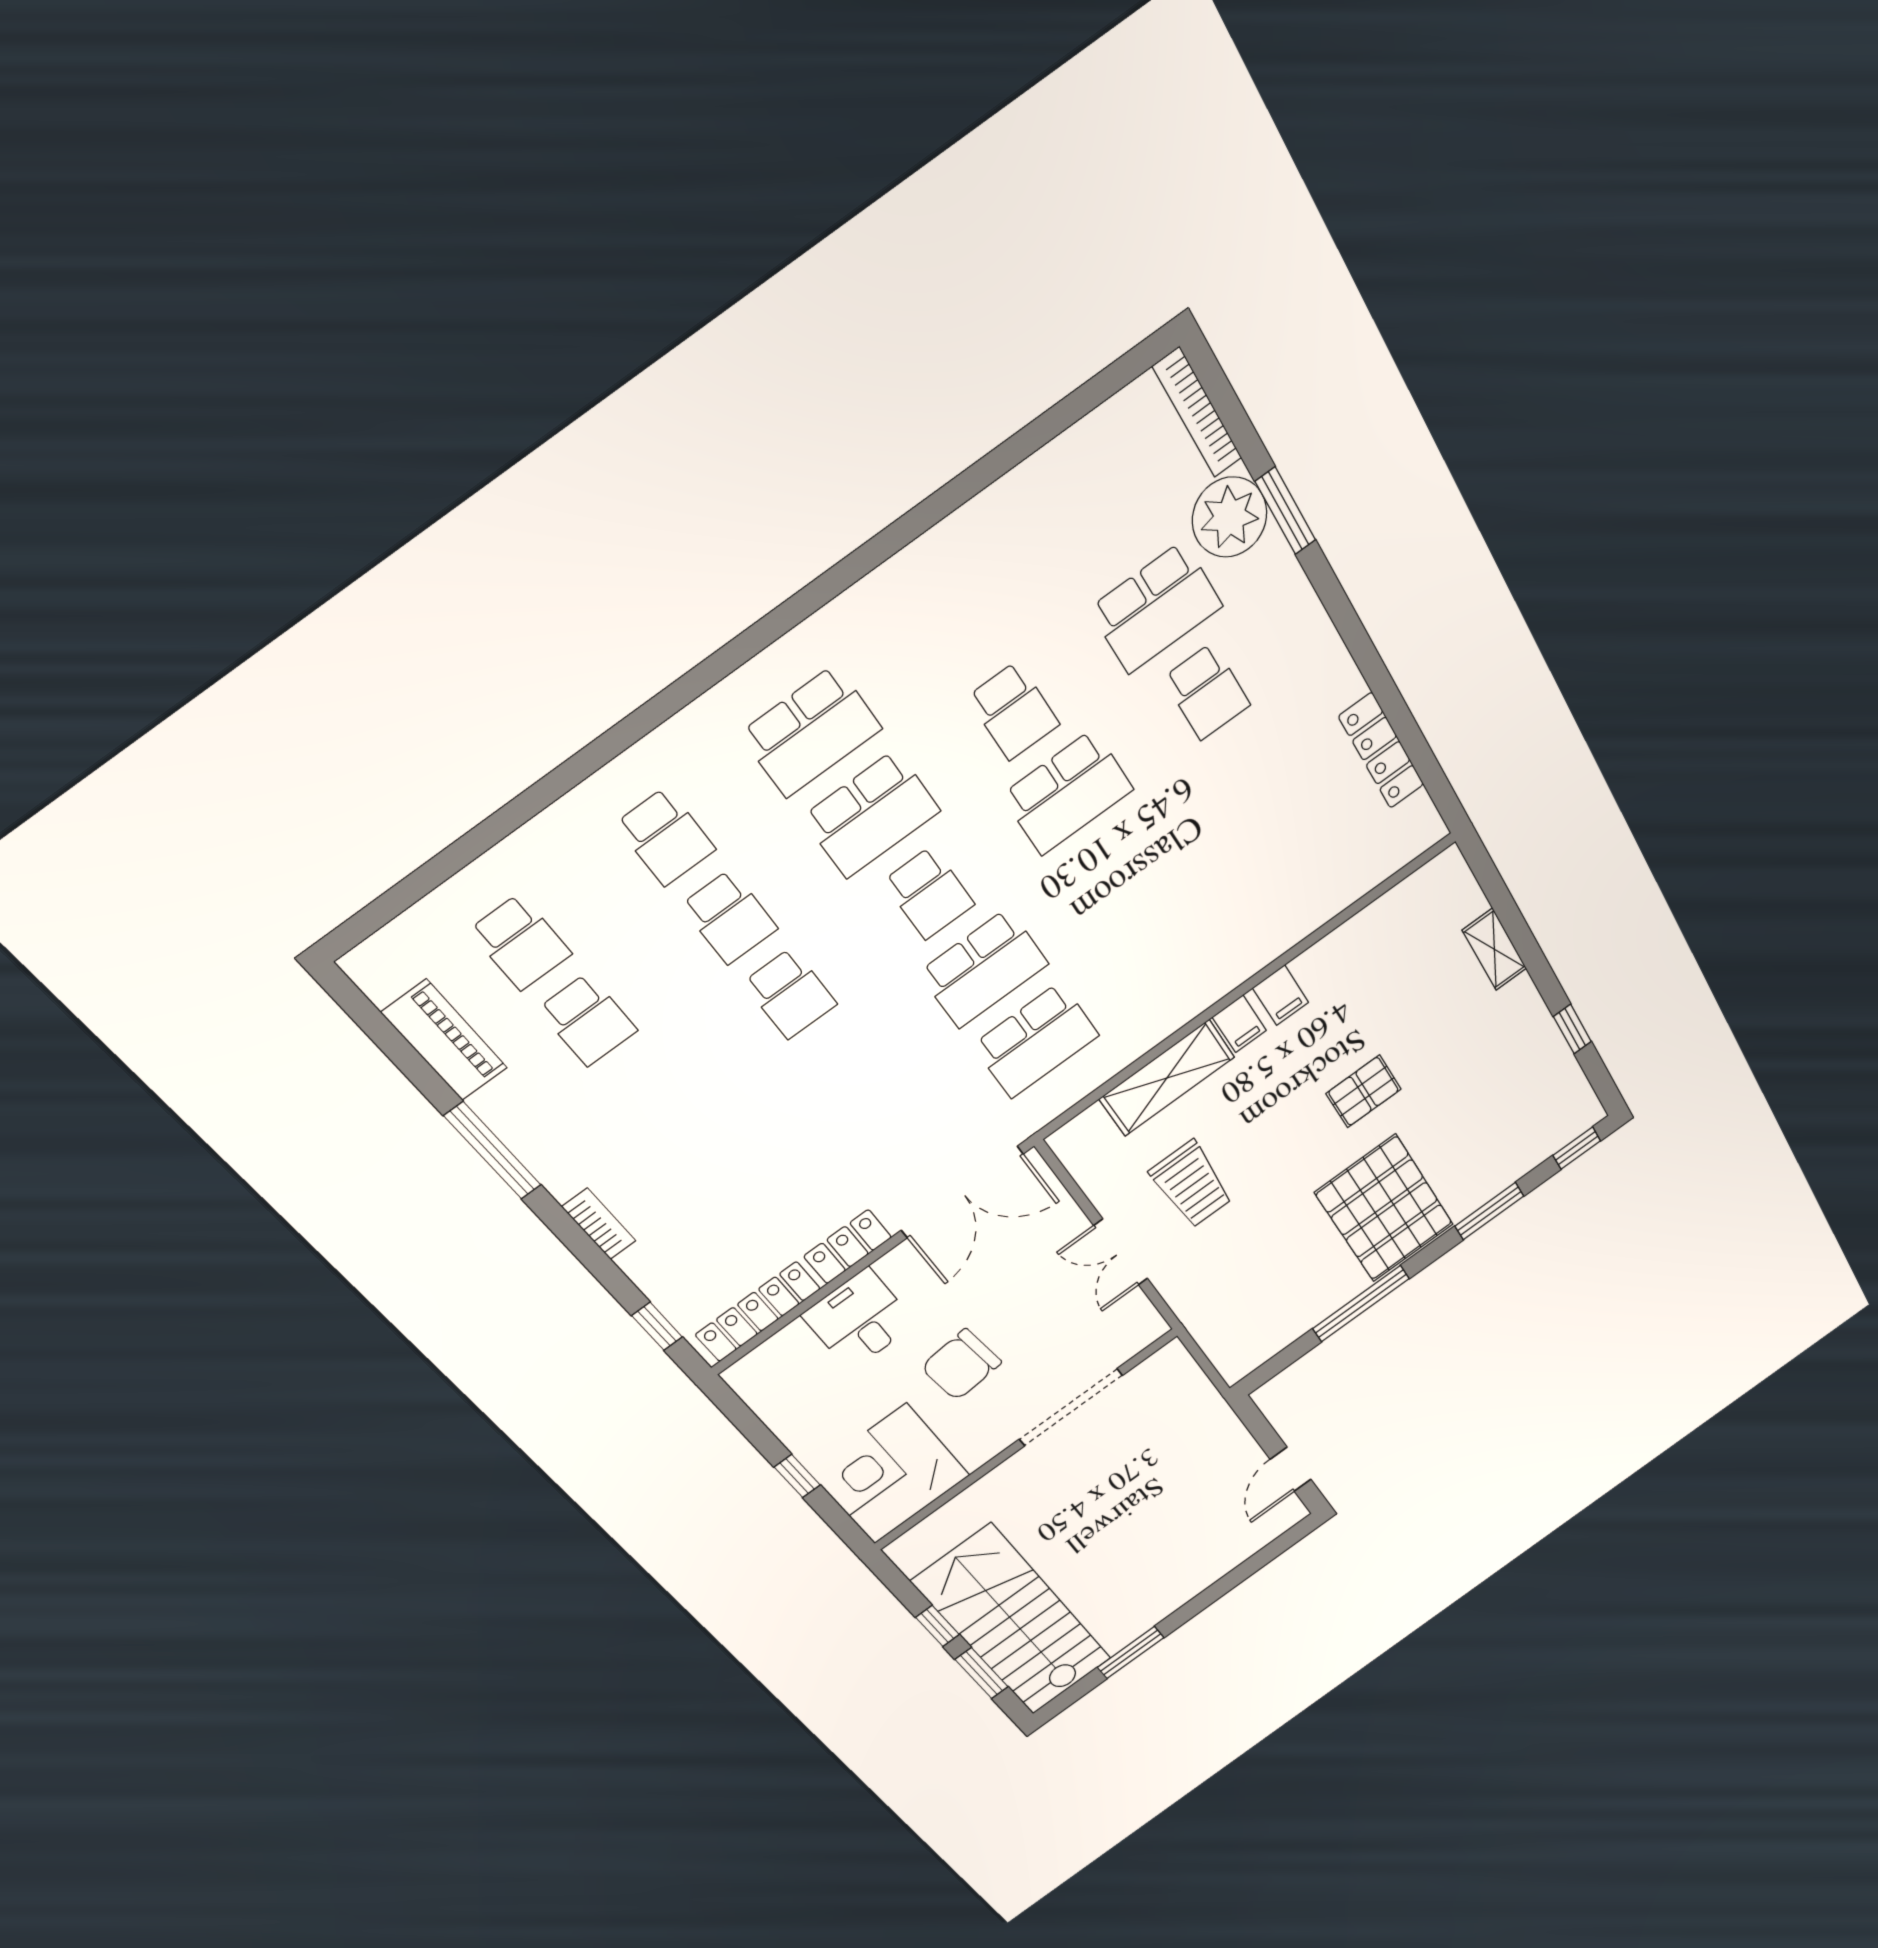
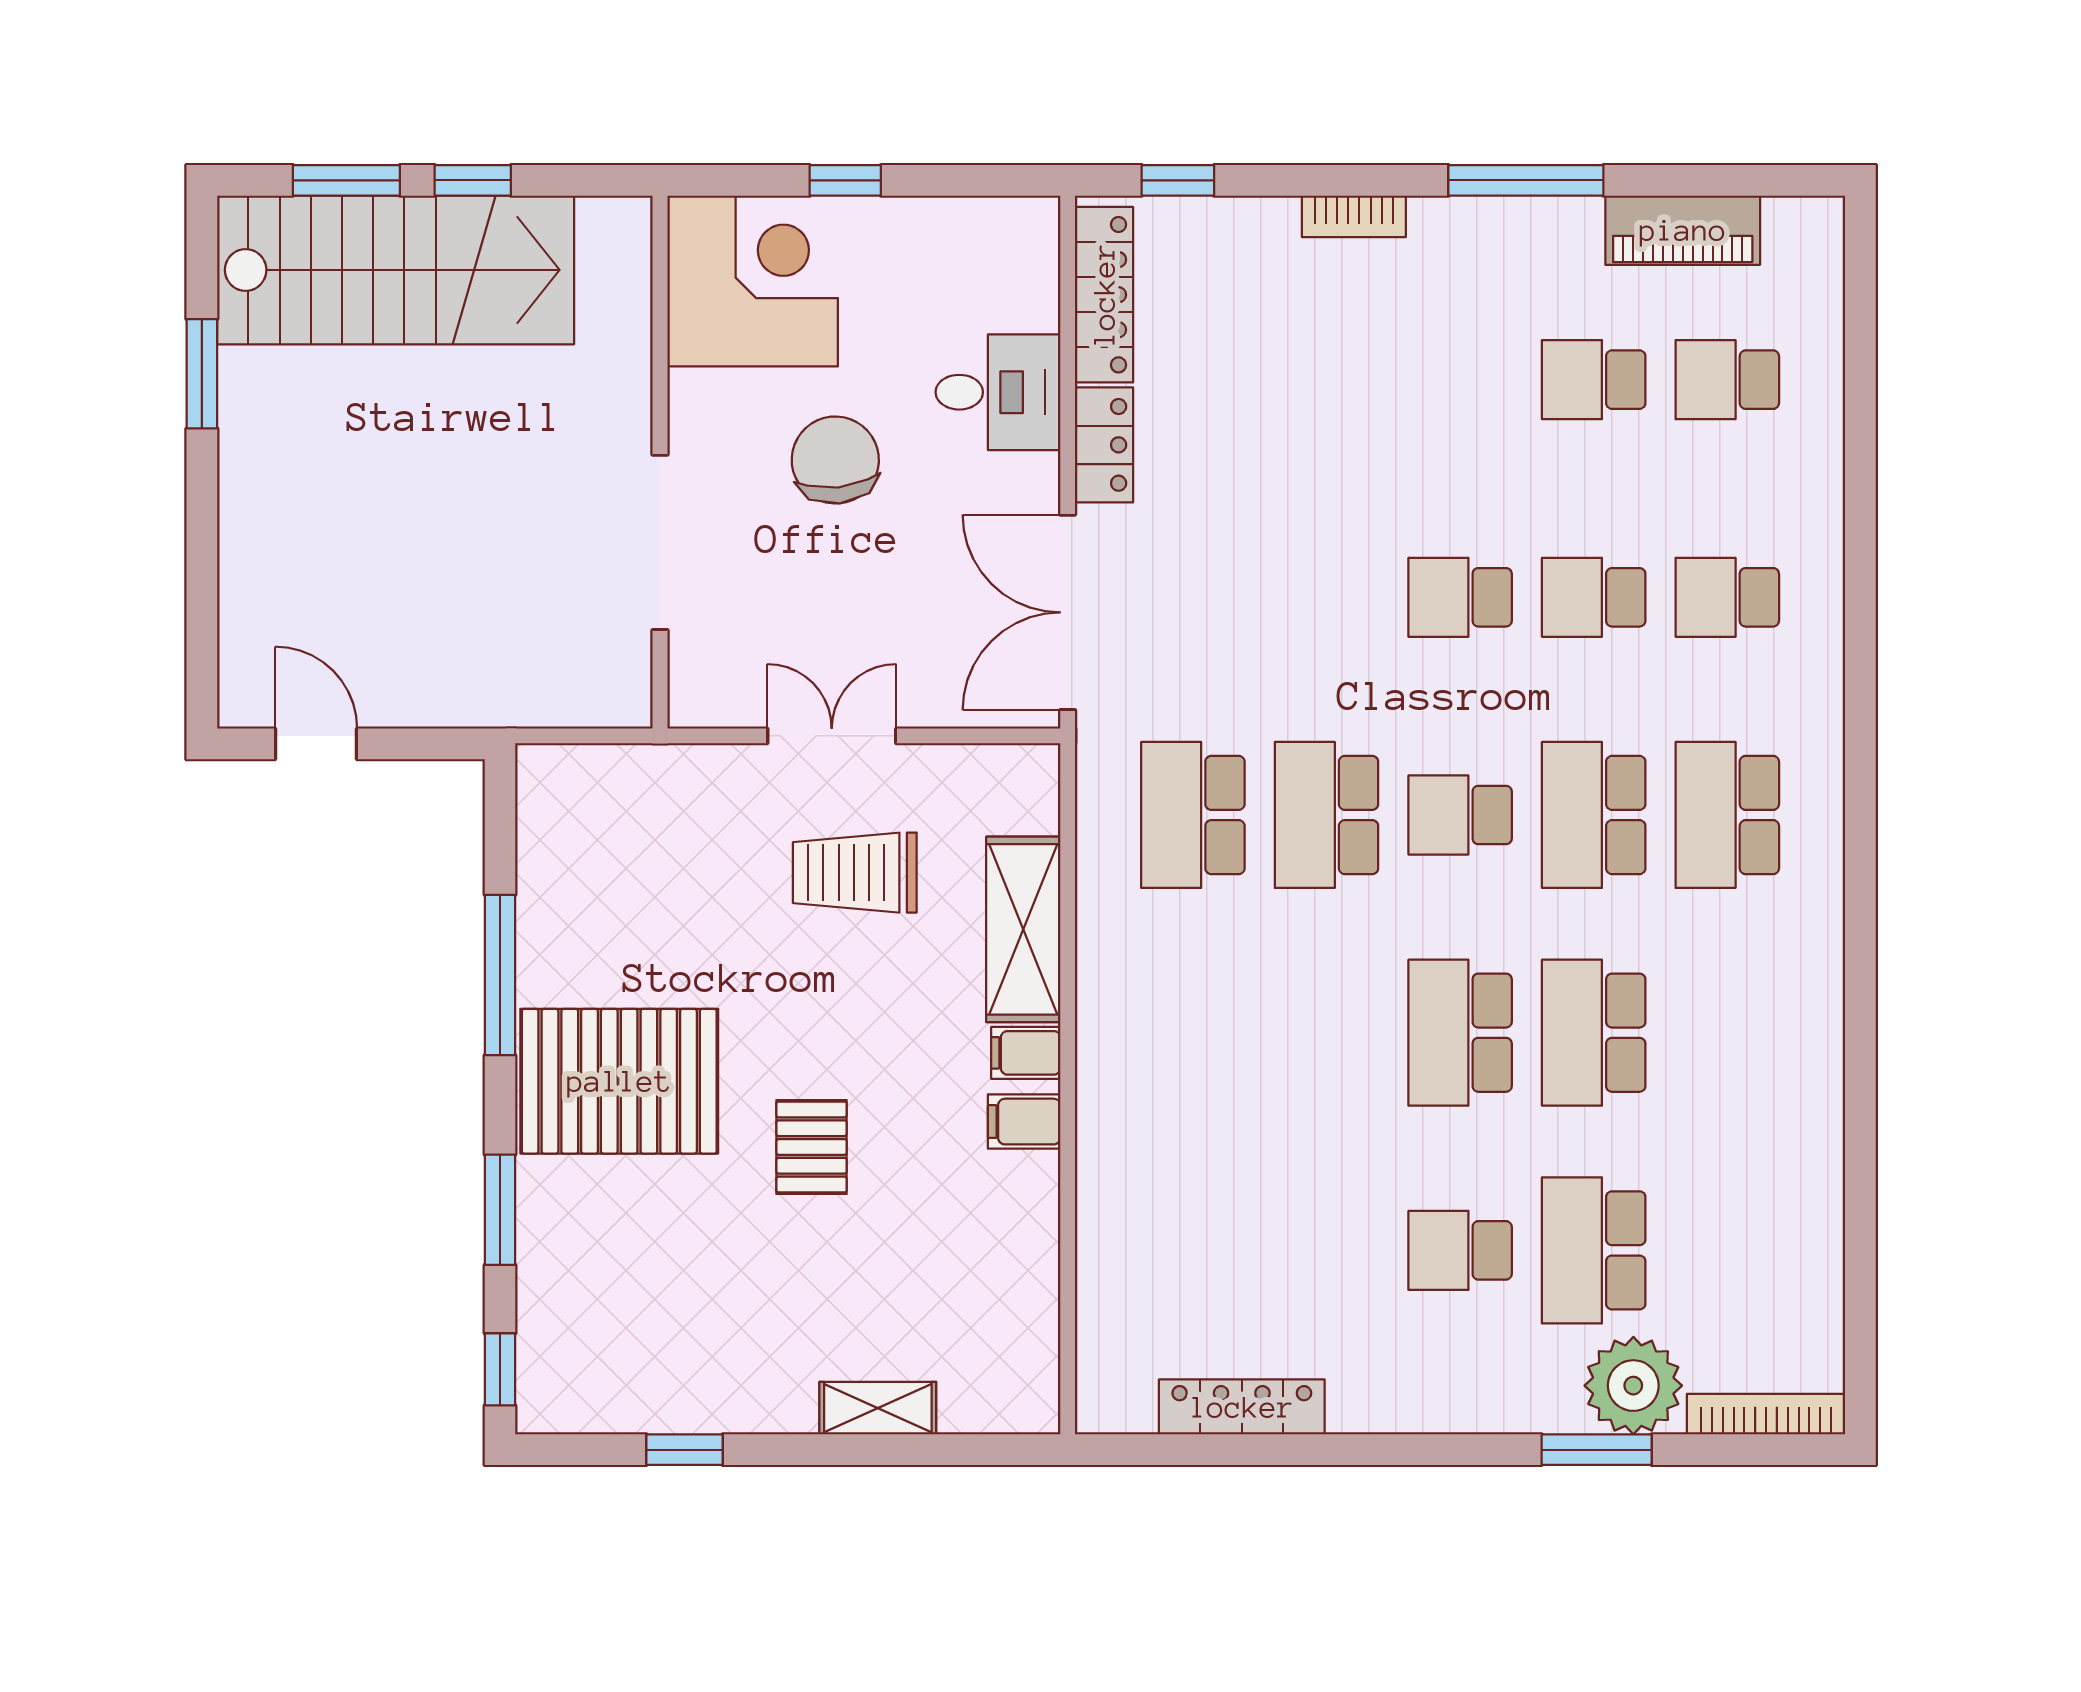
school desk: (1013, 711) -> (1594, 1033), width x1.85

